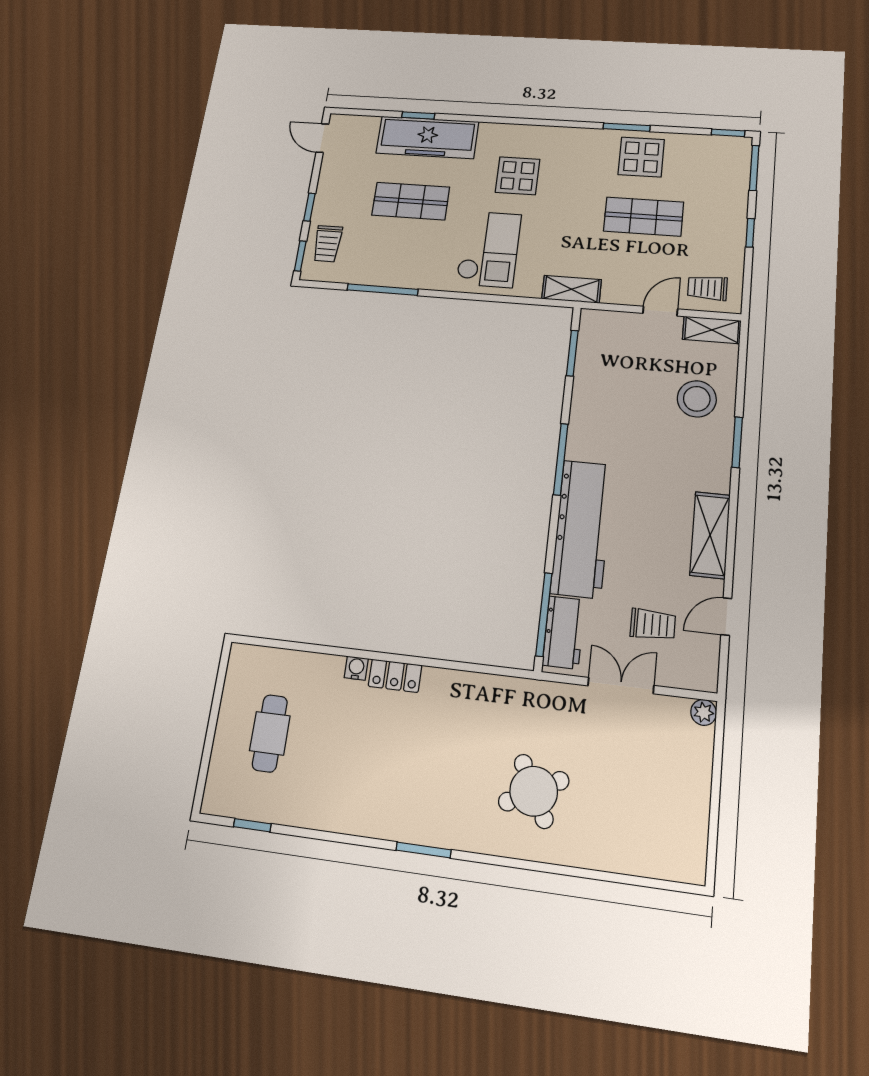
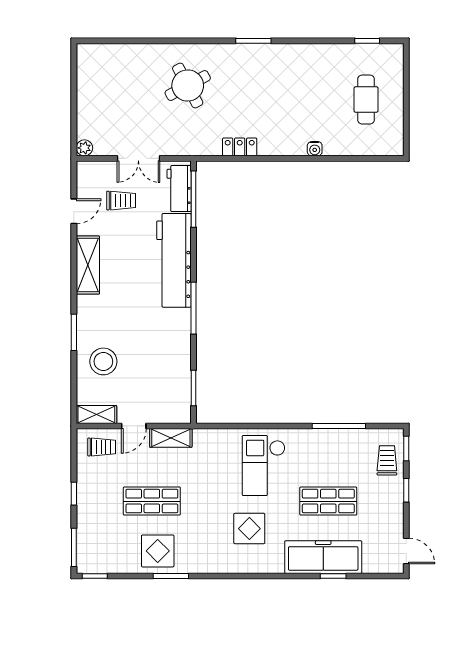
shelving: (572, 289) -> (171, 438), moved
trolley: (653, 625) -> (121, 201), turned 180
locker: (395, 676) -> (240, 147), moved

